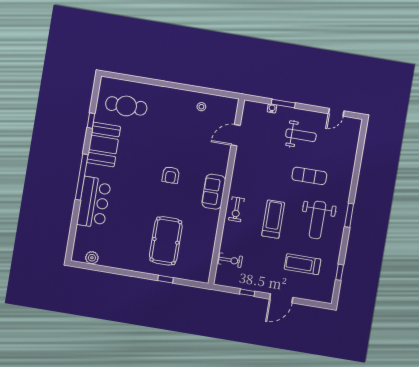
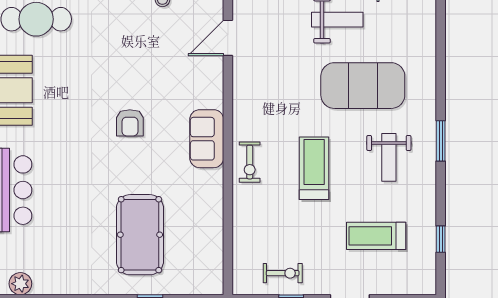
exercise mat: (309, 176) -> (363, 86), width x2.00, depth x1.45
weight bench: (317, 220) -> (389, 157), width x0.73, depth x0.75
exercise bike: (230, 260) -> (283, 273), moved

